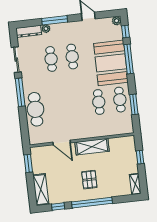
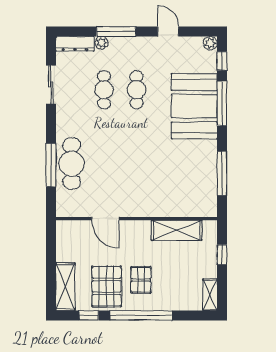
window: (20, 92) -> (51, 165), moved
cafe table: (120, 100) -> (201, 164), removed
cafe table: (99, 102) -> (169, 164), removed
window: (134, 104) -> (222, 173), width x1.44
shelving: (92, 147) -> (177, 230), moved
window: (28, 163) -> (51, 245), removed
pallet: (68, 186) -> (107, 286), added

